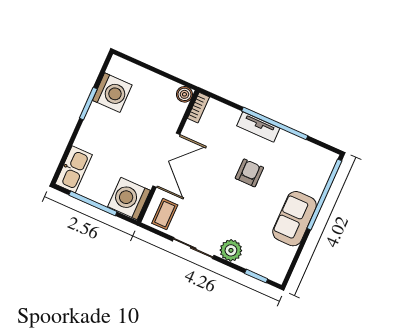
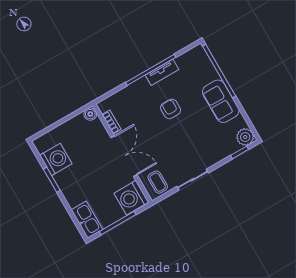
bookcase: (198, 108) -> (111, 122), moved
tv unit: (258, 127) -> (162, 72), moved
plant: (231, 250) -> (245, 137), moved

